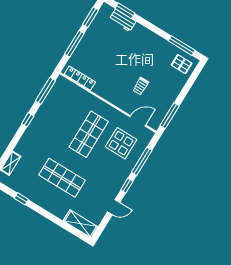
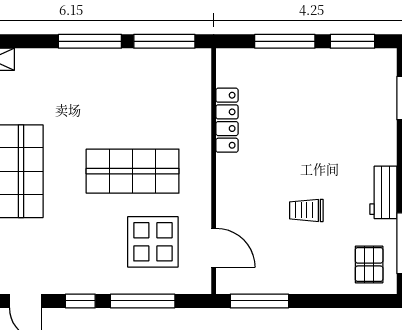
workbench: (123, 20) -> (383, 192), moved
locker: (80, 78) -> (227, 120), moved
trolley: (141, 86) -> (306, 210), moved
window: (28, 120) -> (90, 41), width x2.17

